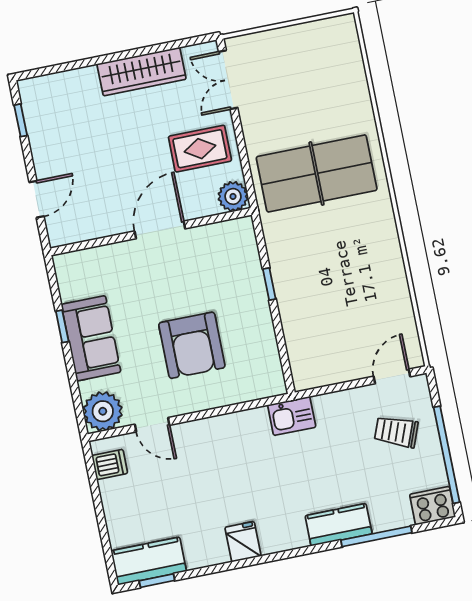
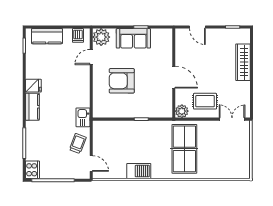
wardrobe: (141, 72) -> (243, 62), moved
rug: (200, 149) -> (205, 101), turned 90
barbecue: (387, 266) -> (139, 171), added
trolley: (396, 432) -> (78, 144), moved
kitchen counter: (339, 525) -> (32, 107), moved
kitchen counter: (149, 561) -> (47, 36), moved, turned 90

